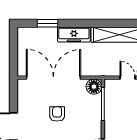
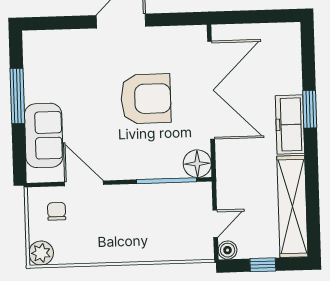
window: (48, 23) -> (310, 109), moved
armchair: (57, 114) -> (146, 99), width x1.88, depth x1.88

